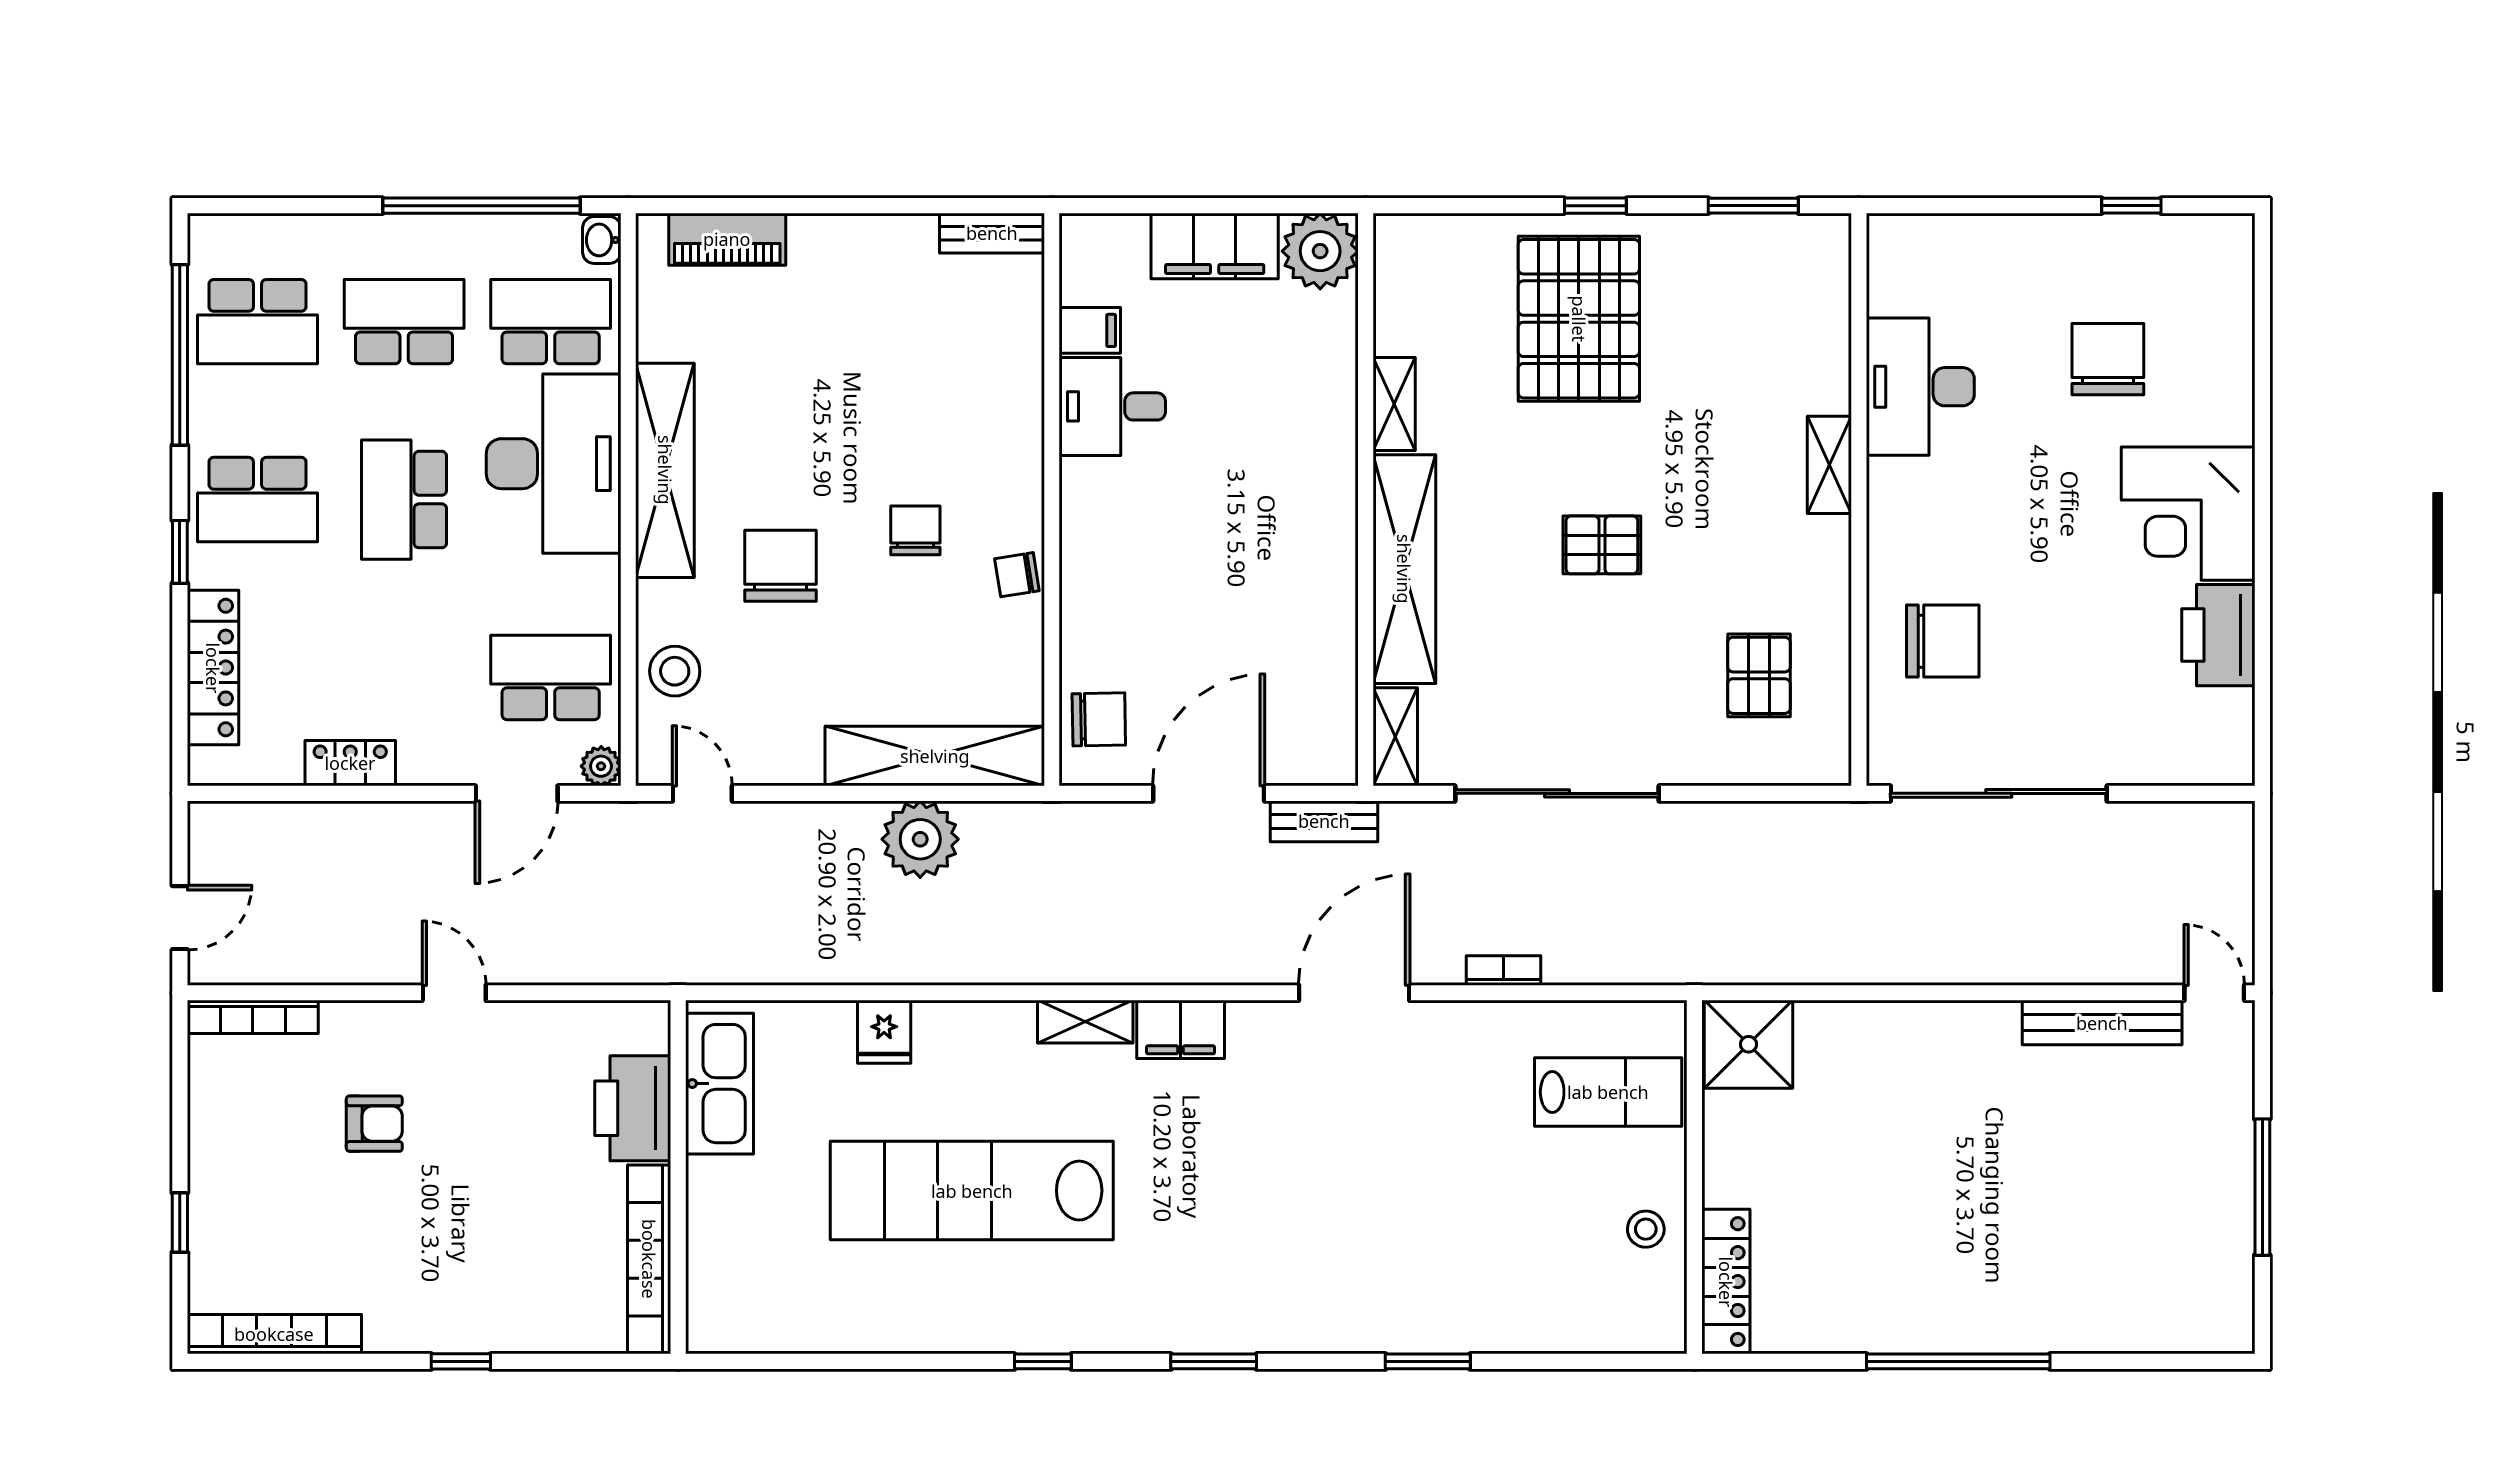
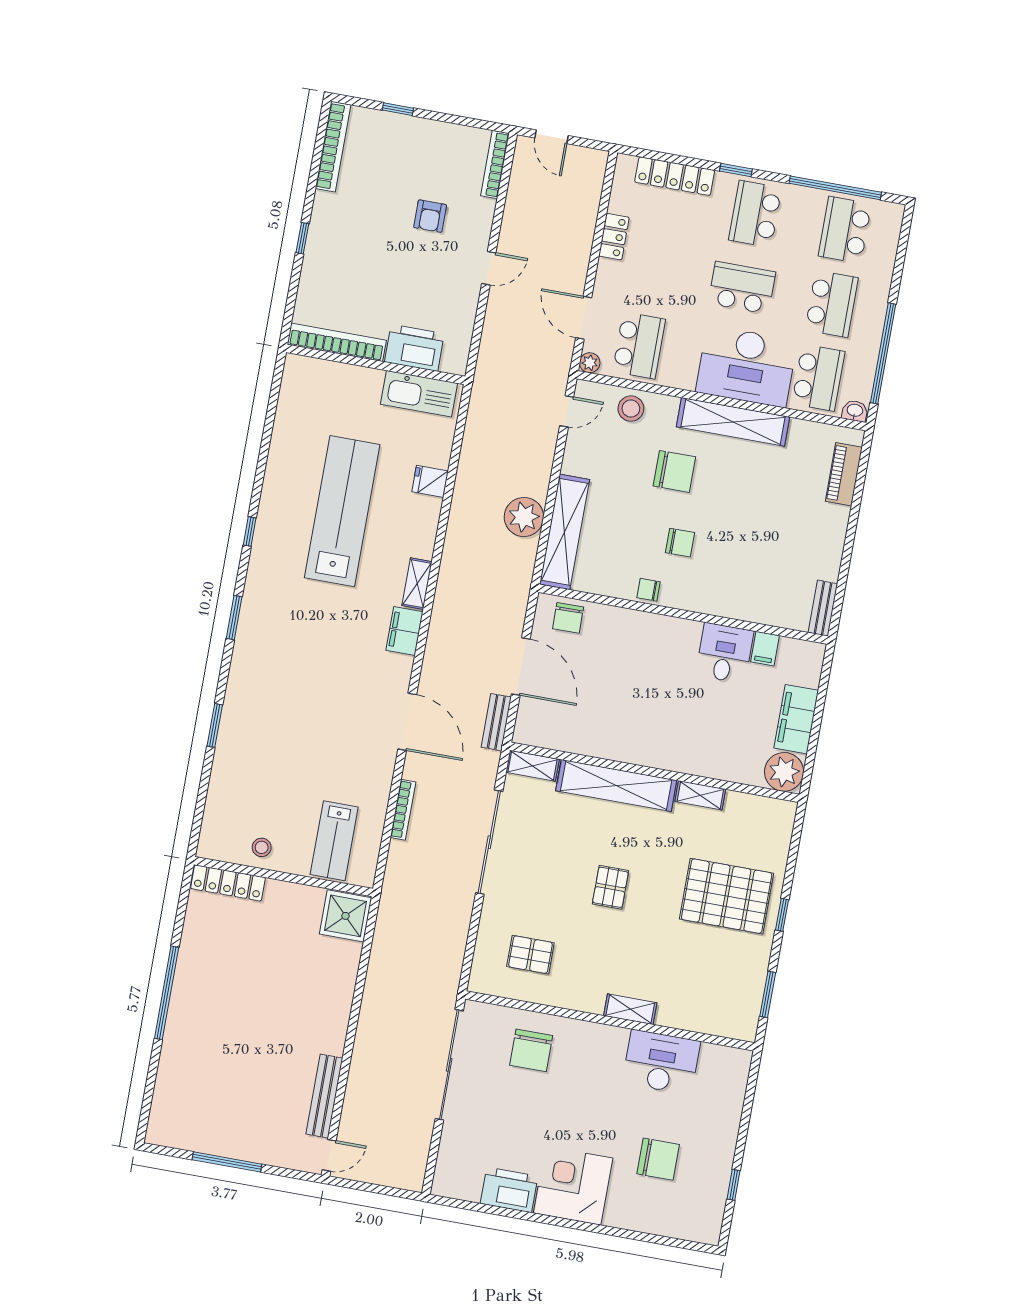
chair: (1017, 575) -> (648, 590), turned -81
bookcase: (1504, 970) -> (403, 810), width x1.56

